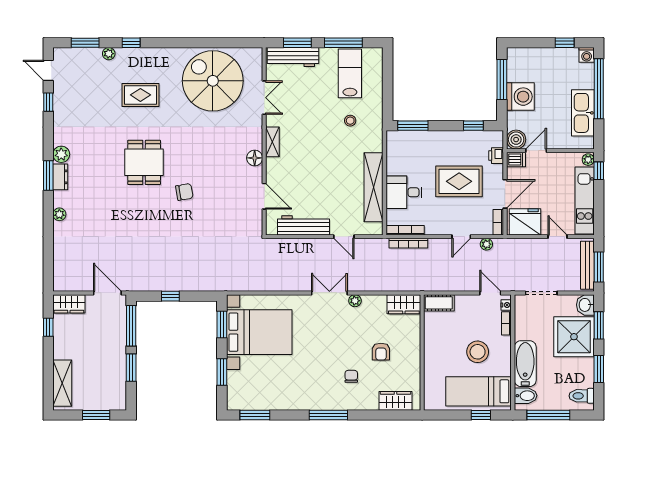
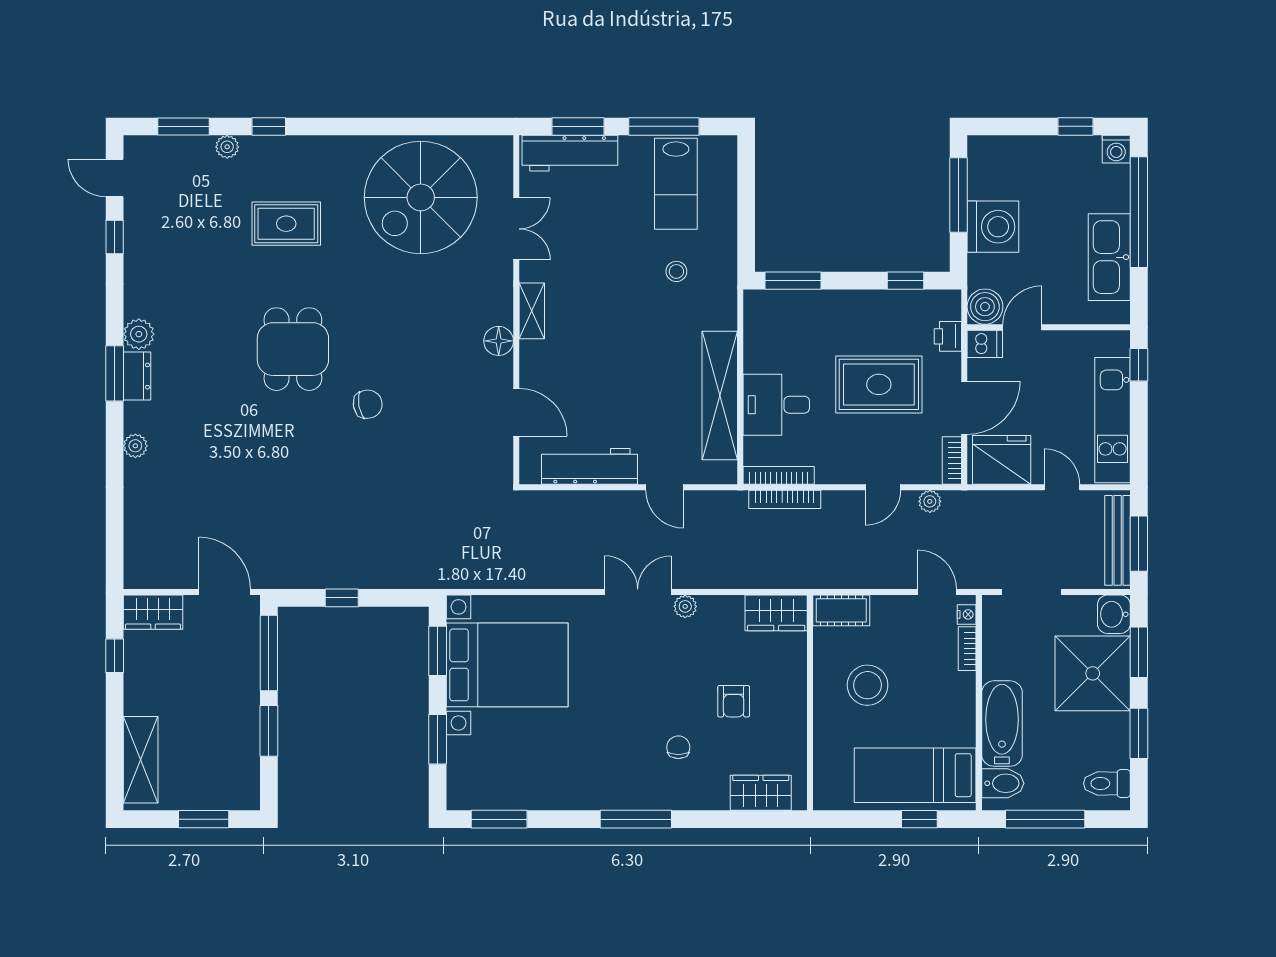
lab bench: (350, 73) -> (676, 184), turned 180
spiral stairs: (213, 81) -> (421, 197), turned -90
plant: (588, 160) -> (1119, 344), removed
stool: (478, 352) -> (868, 685), moved

